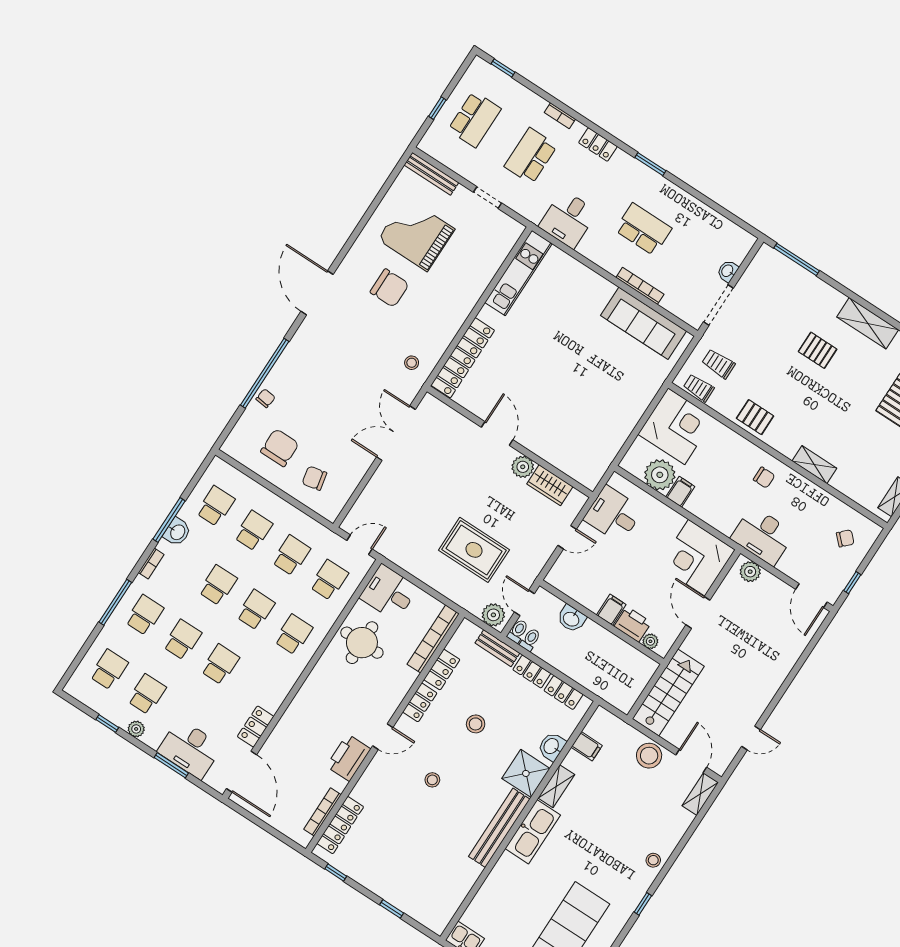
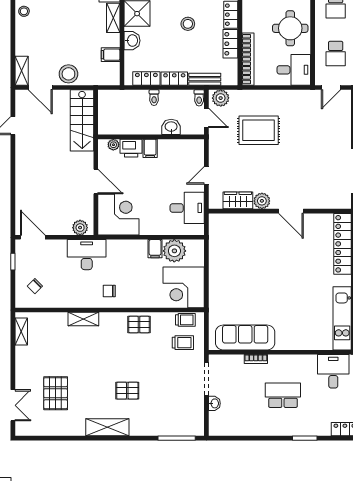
school desk: (643, 229) -> (283, 395), turned 180
bookcase: (640, 286) -> (256, 359), width x0.64
toilet: (530, 640) -> (154, 98), moved

